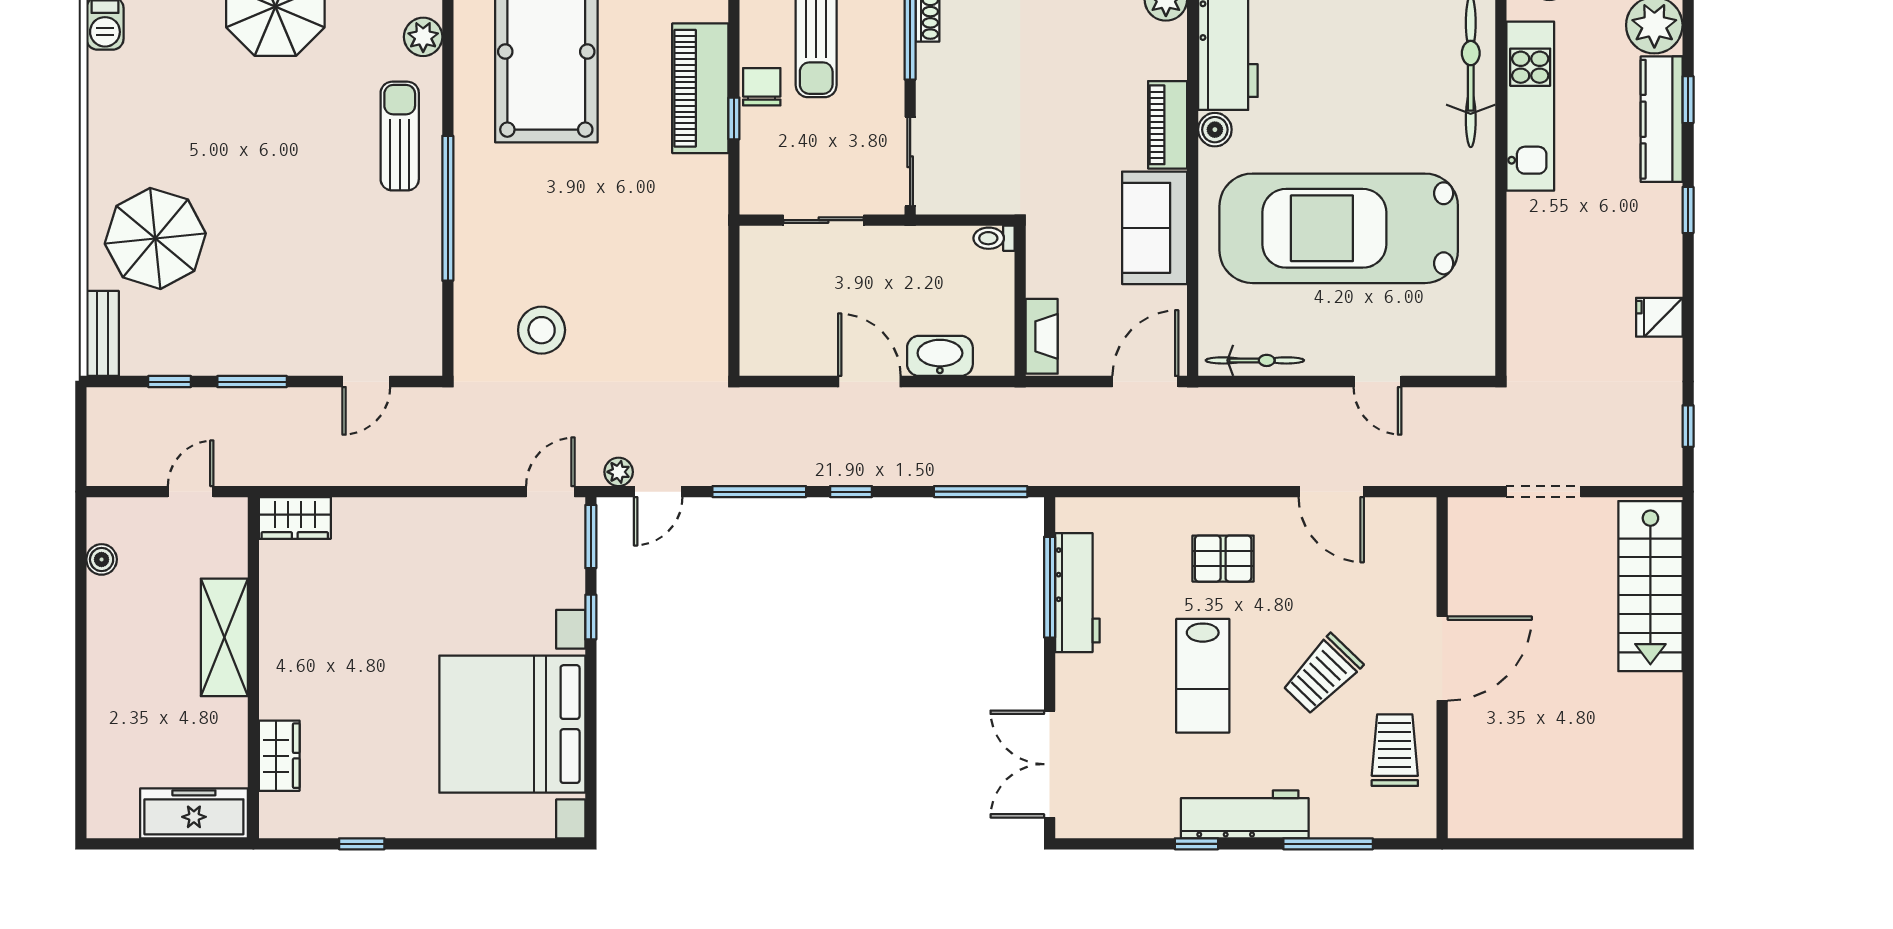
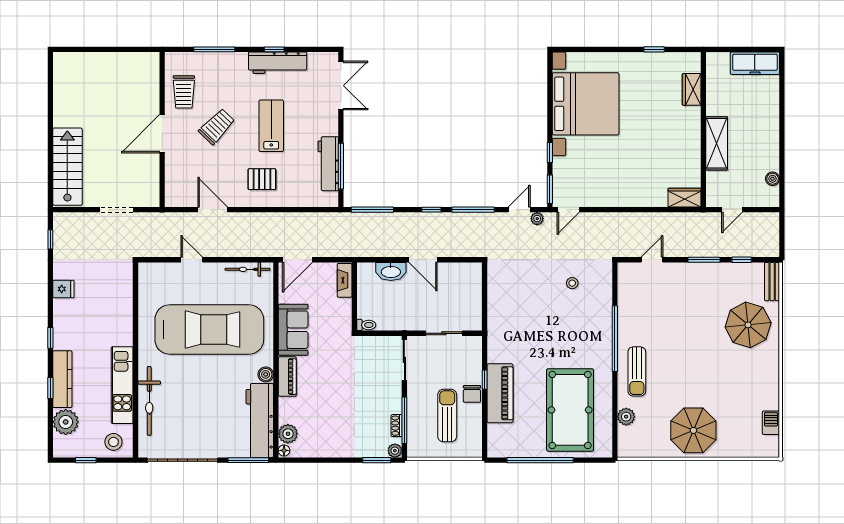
stool: (542, 330) -> (572, 283), width x0.53, depth x0.53
freezer: (194, 813) -> (755, 63), moved
workbench: (1245, 814) -> (278, 63), moved

